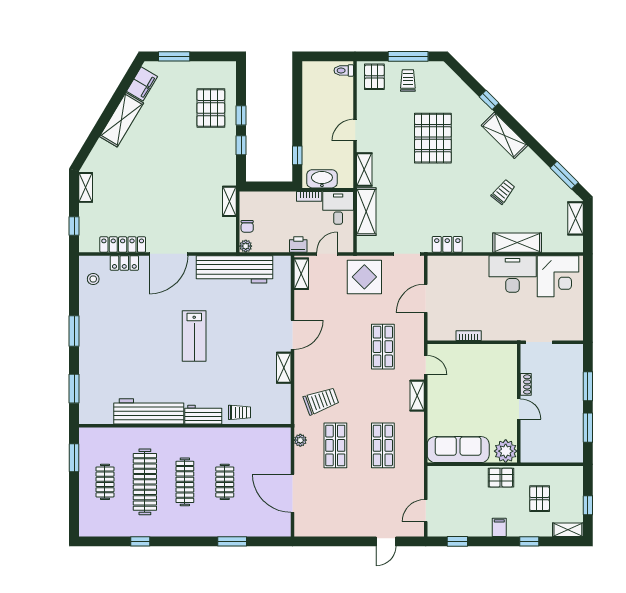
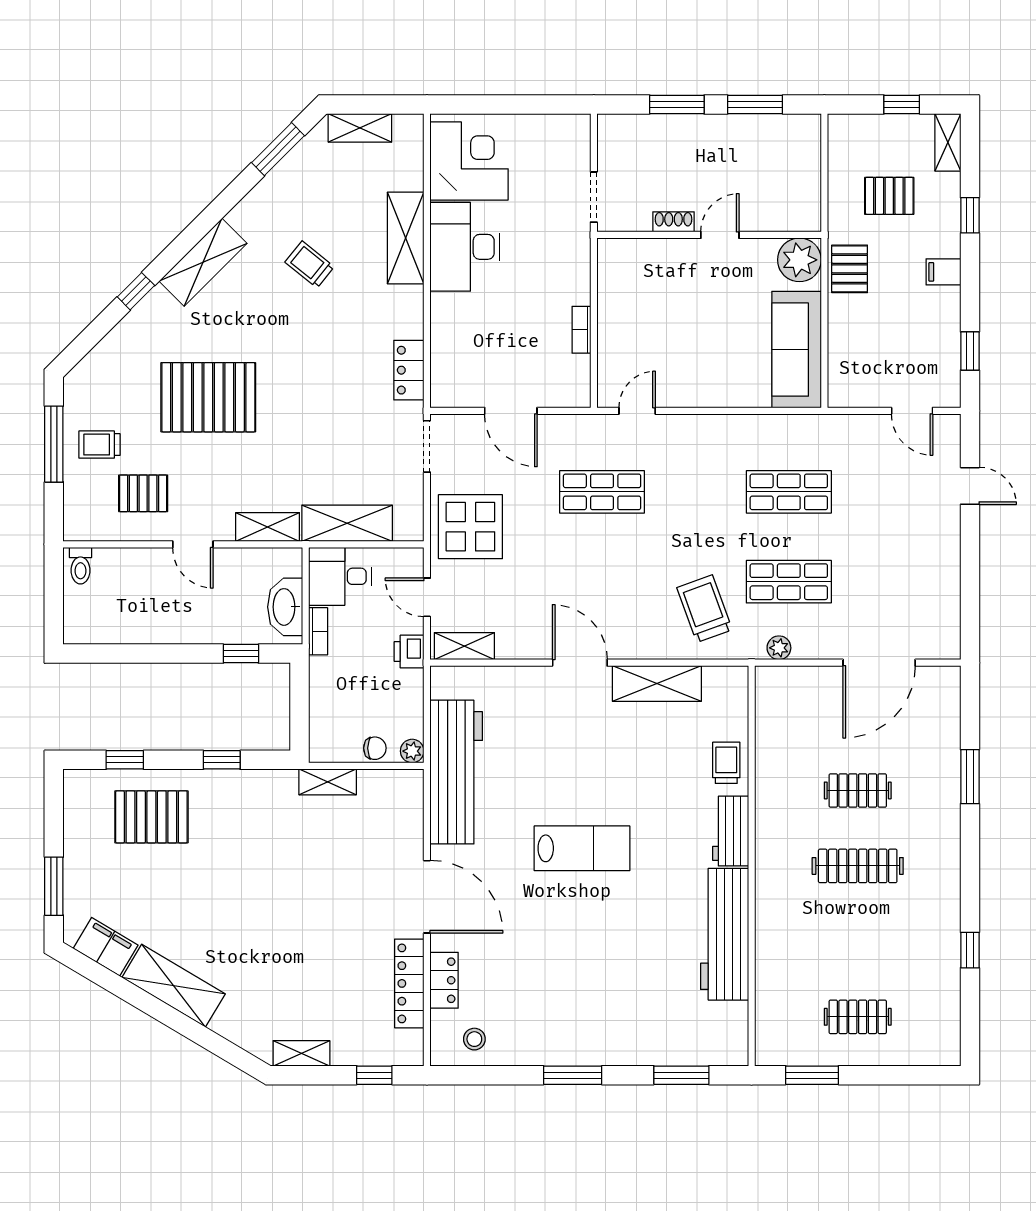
pallet: (374, 77) -> (143, 493), moved
window: (241, 115) -> (125, 760), moved
shelving: (284, 368) -> (657, 684), width x1.50, depth x1.33
shelving: (417, 396) -> (695, 427), removed
clothes rail: (145, 482) -> (858, 941), removed

